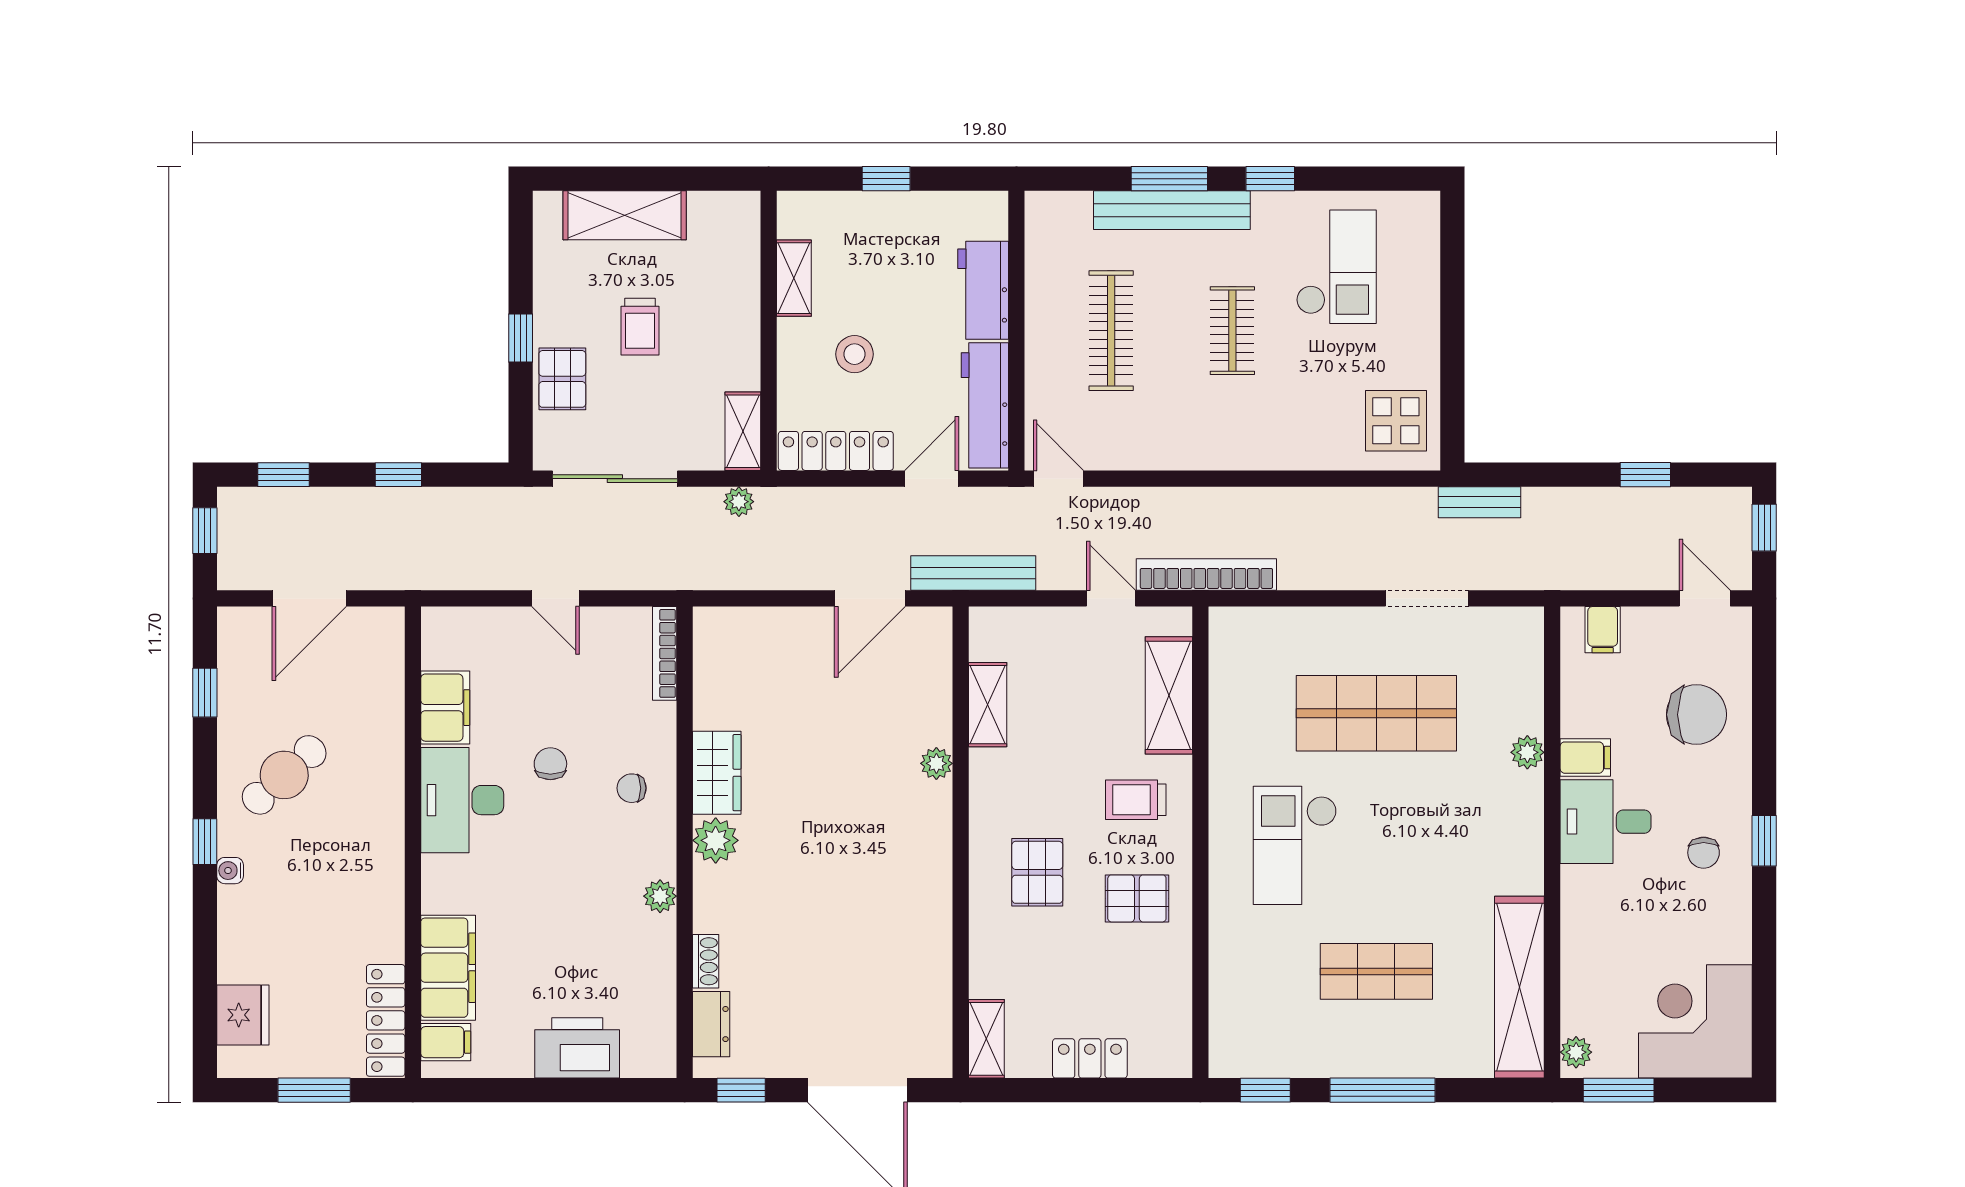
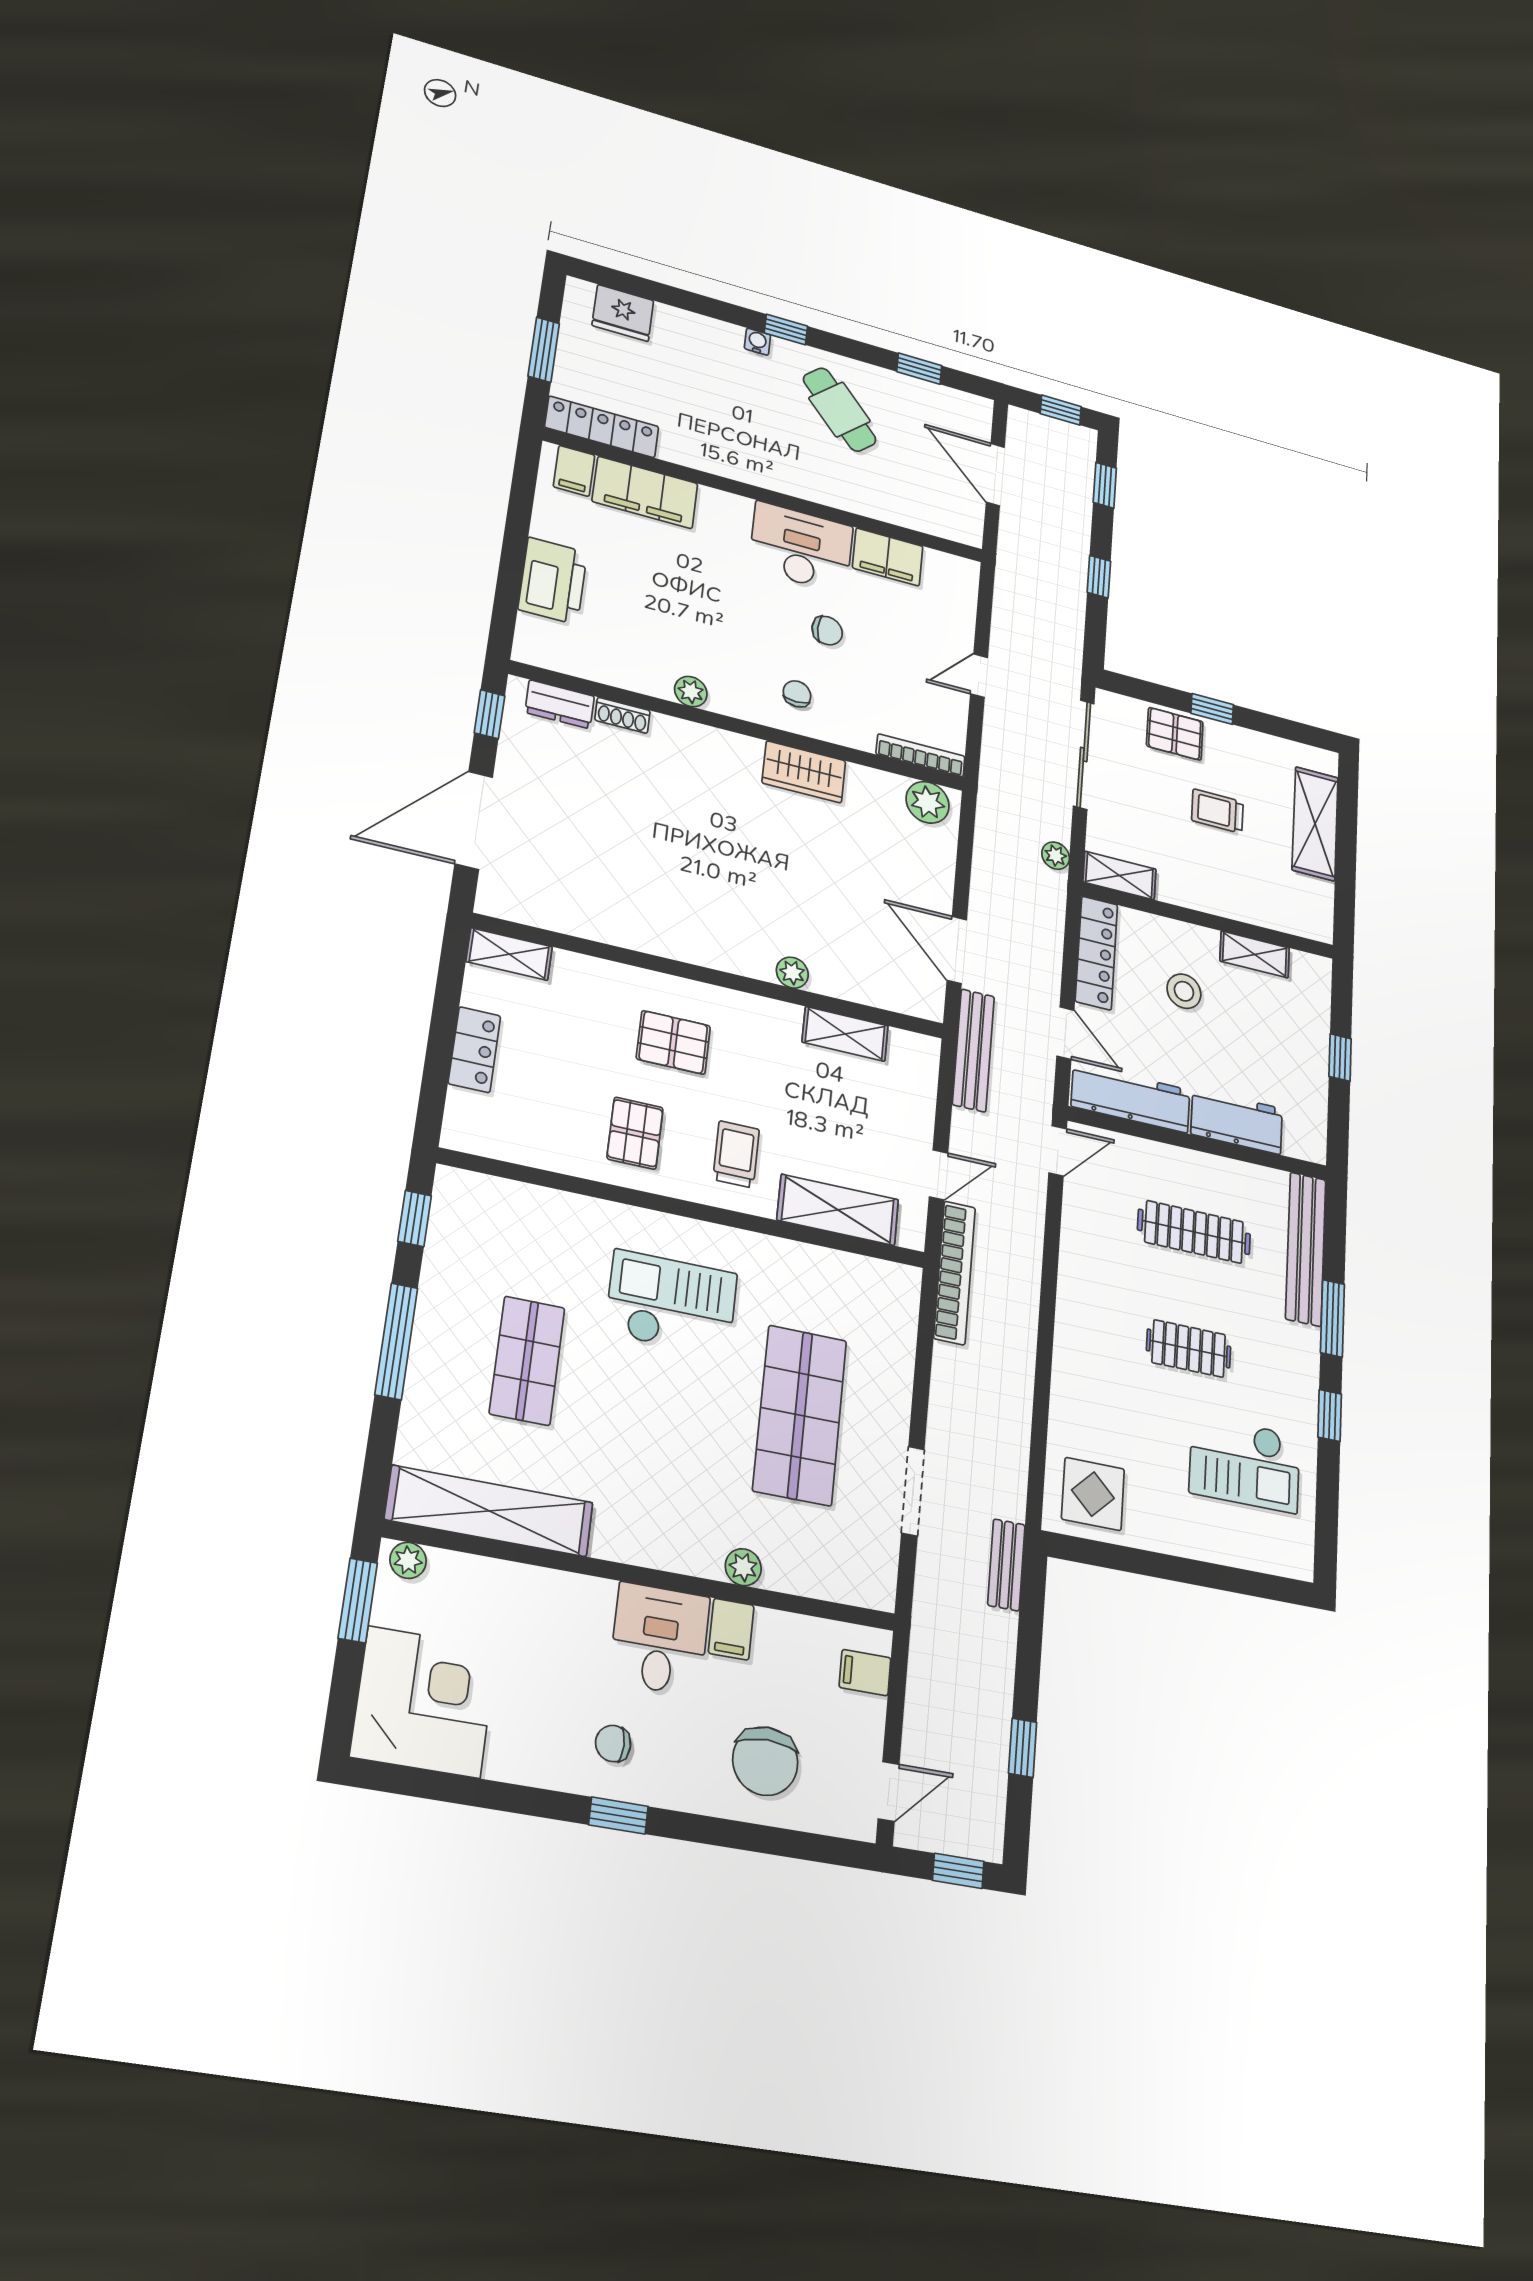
bench: (1172, 210) -> (1306, 1249), moved
plant: (716, 840) -> (928, 802), moved

